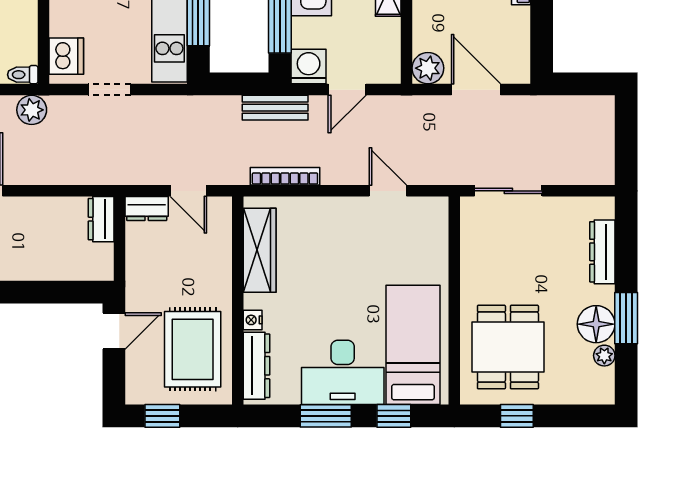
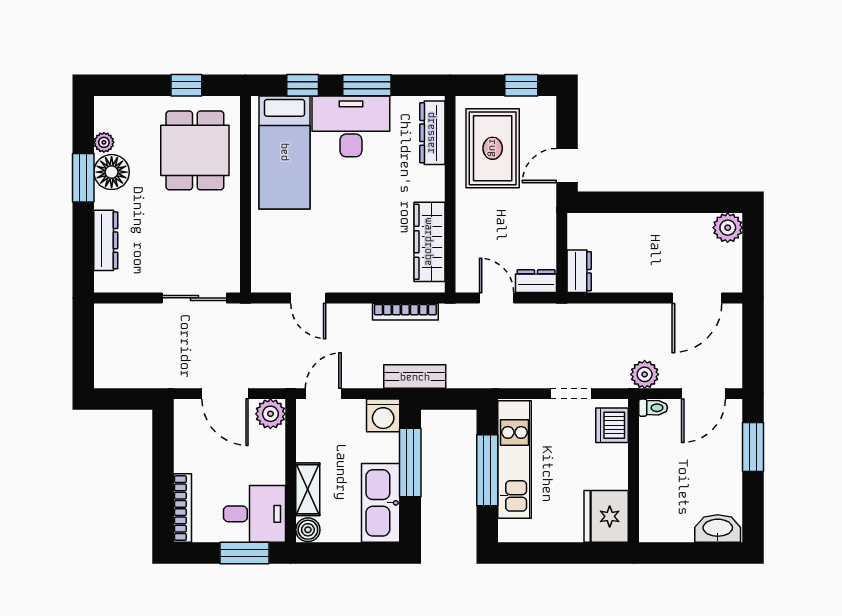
door: (347, 90) -> (323, 394), moved
nightstand: (253, 320) -> (436, 176), removed

